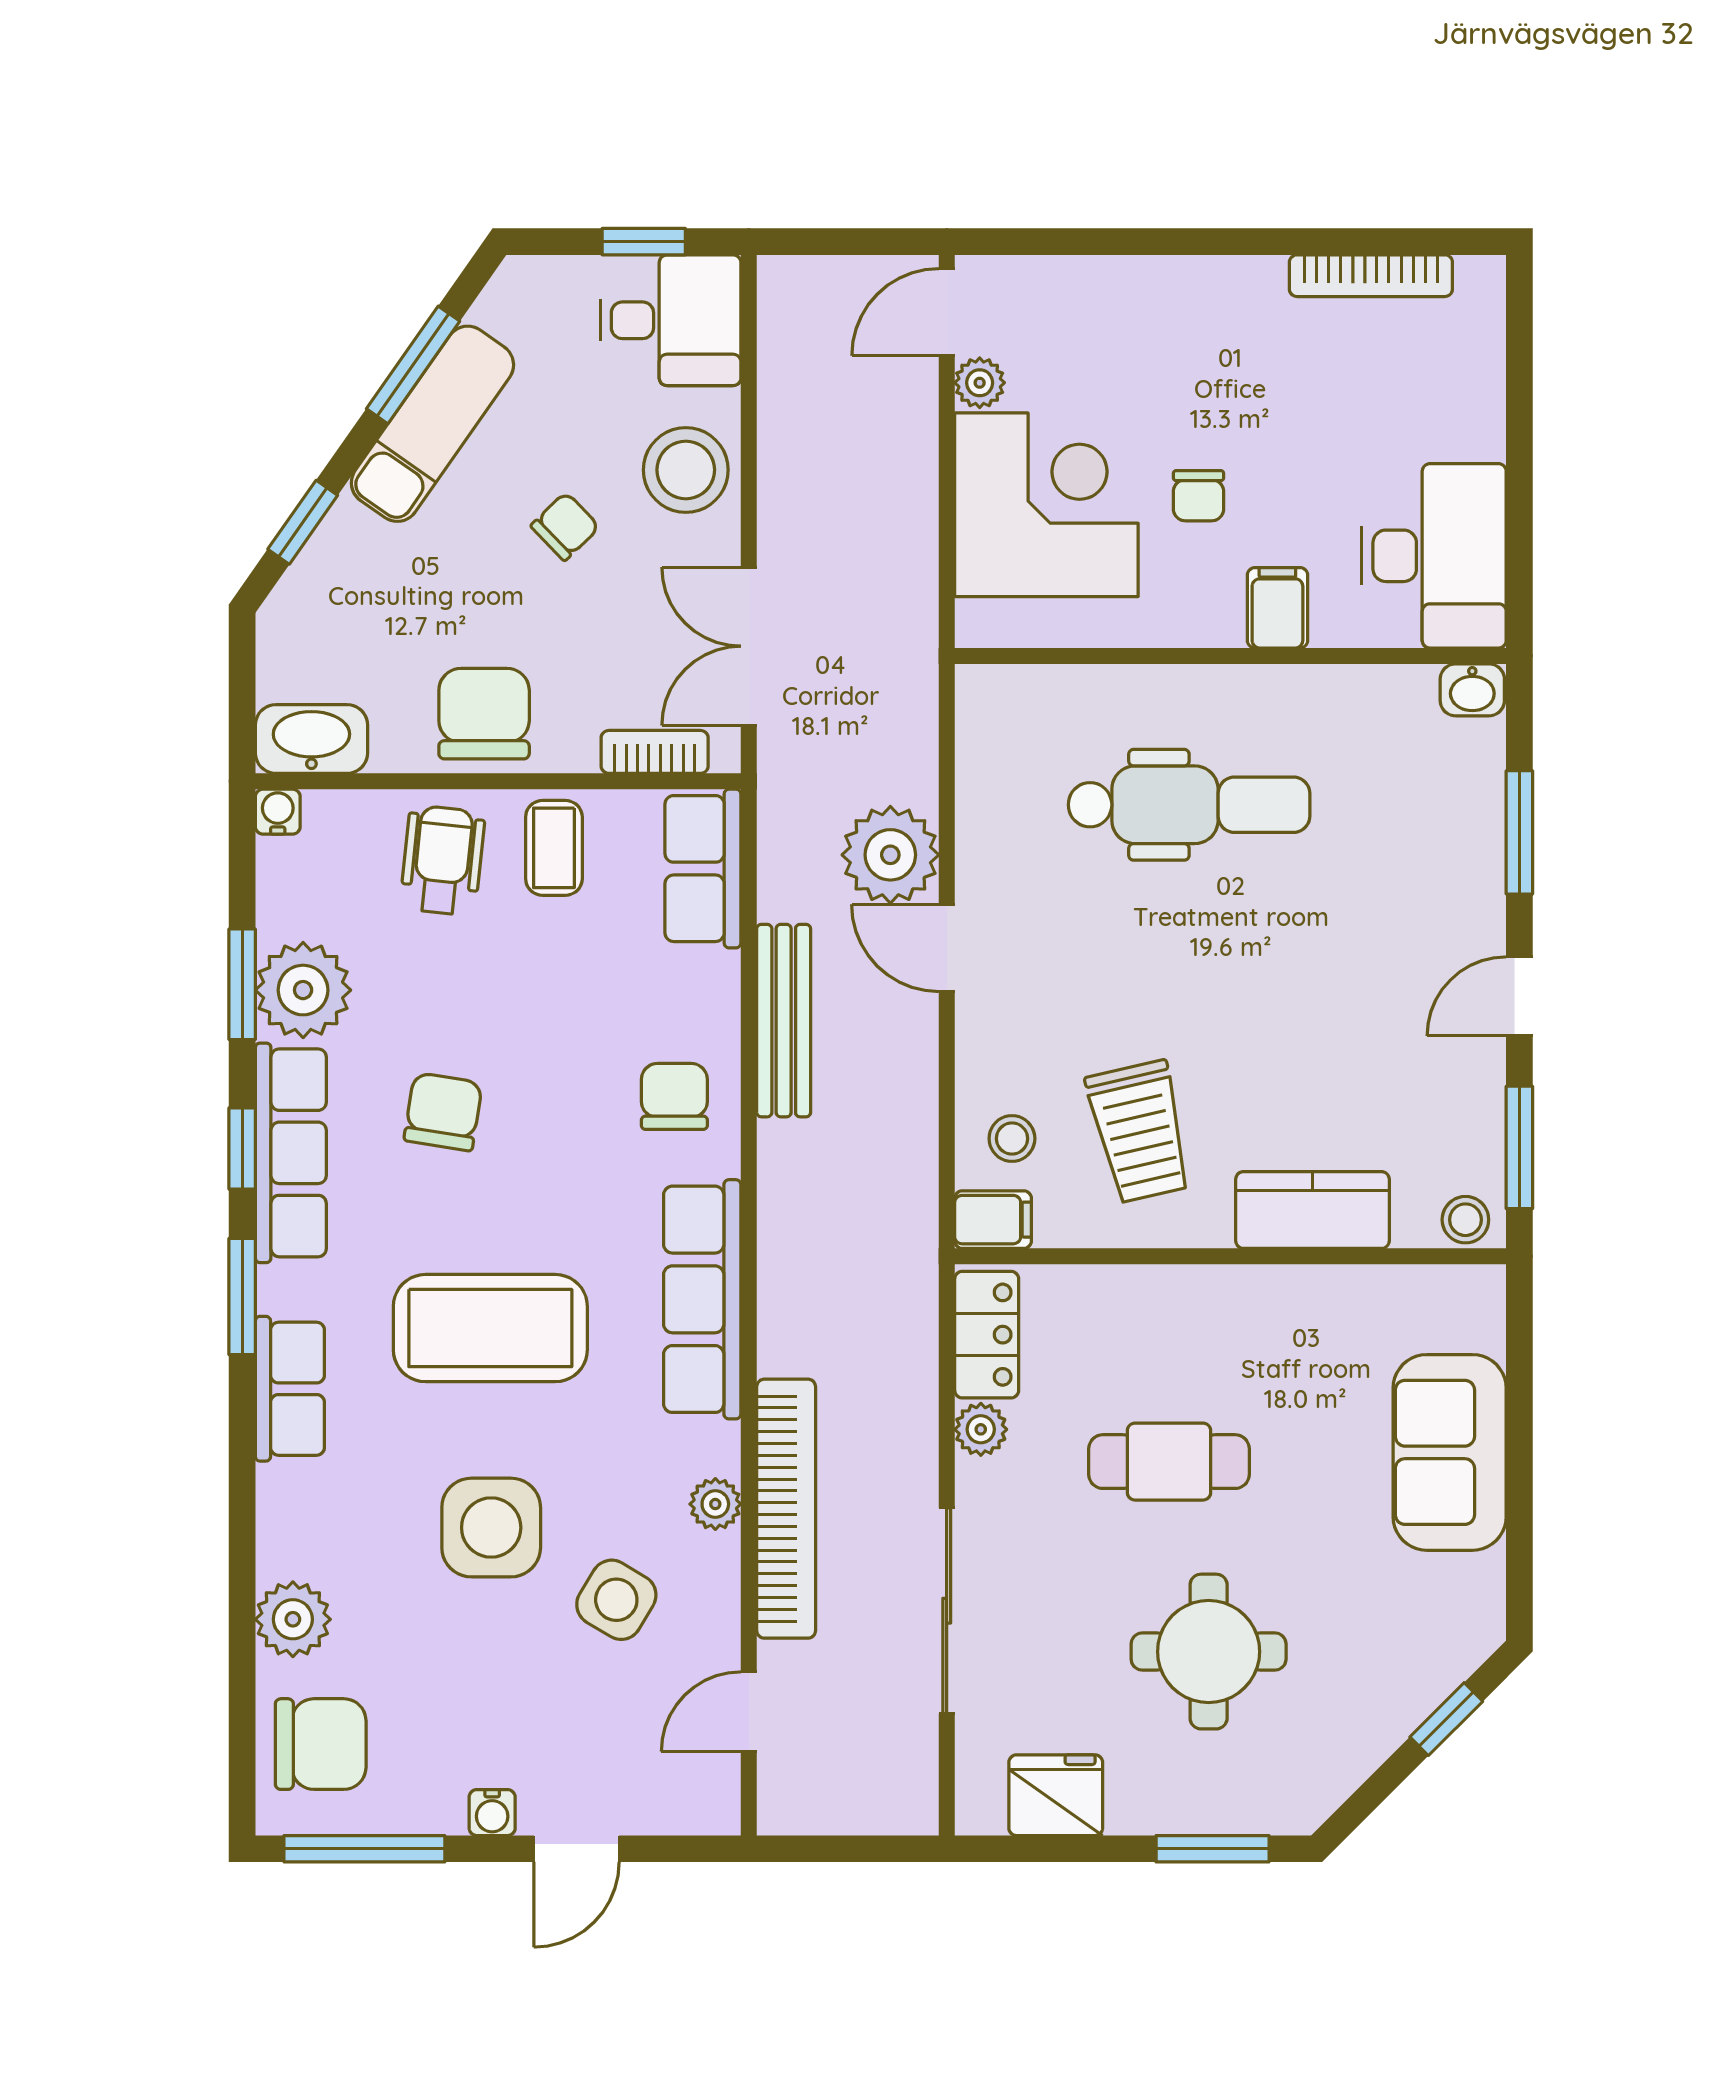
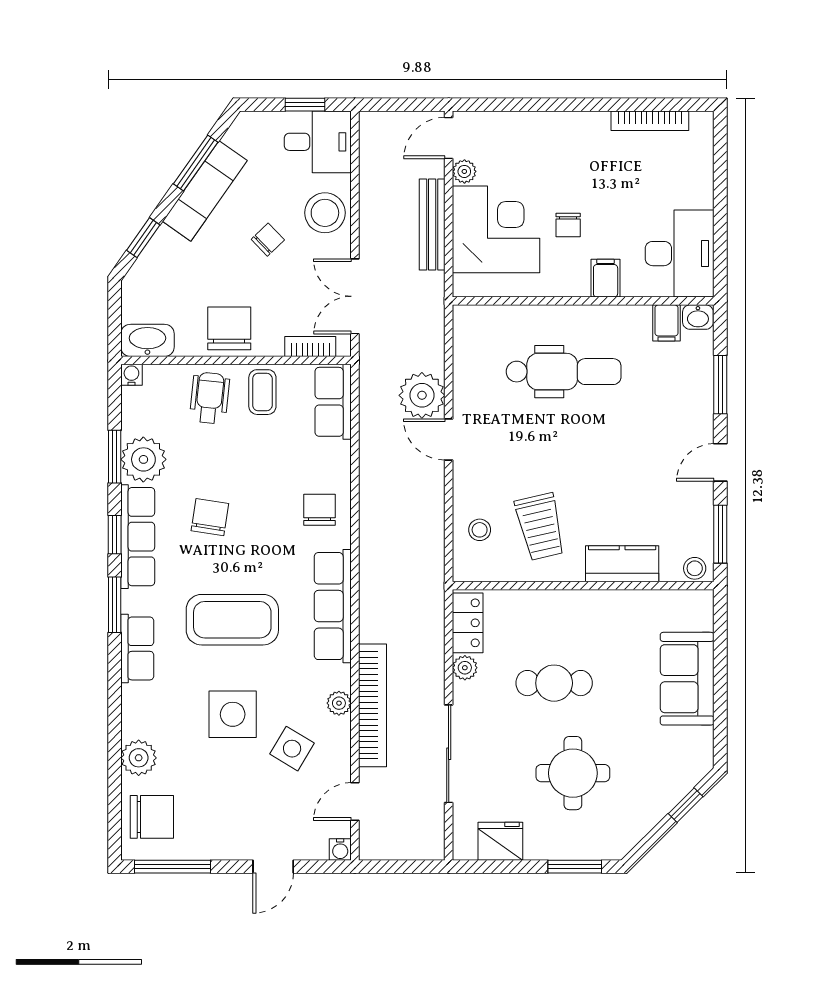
bench: (784, 1021) -> (432, 225), moved
filing cabinet: (993, 1220) -> (667, 323), moved, turned 90
water cooler: (492, 1813) -> (340, 849), moved

